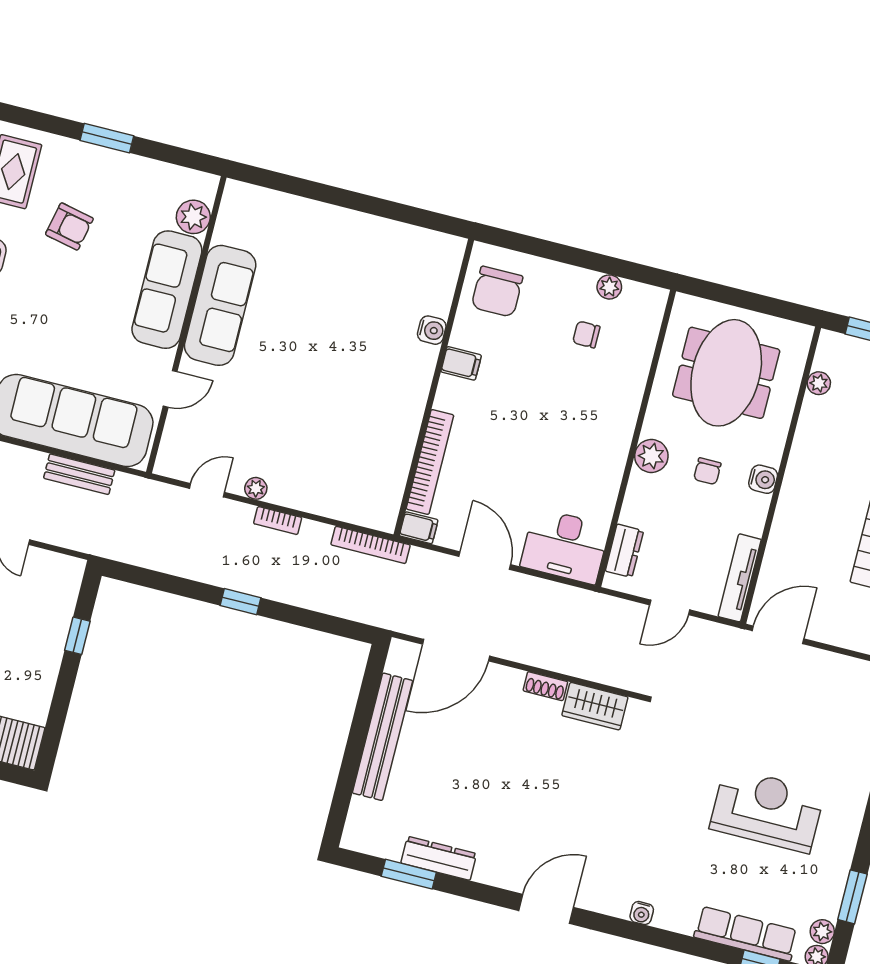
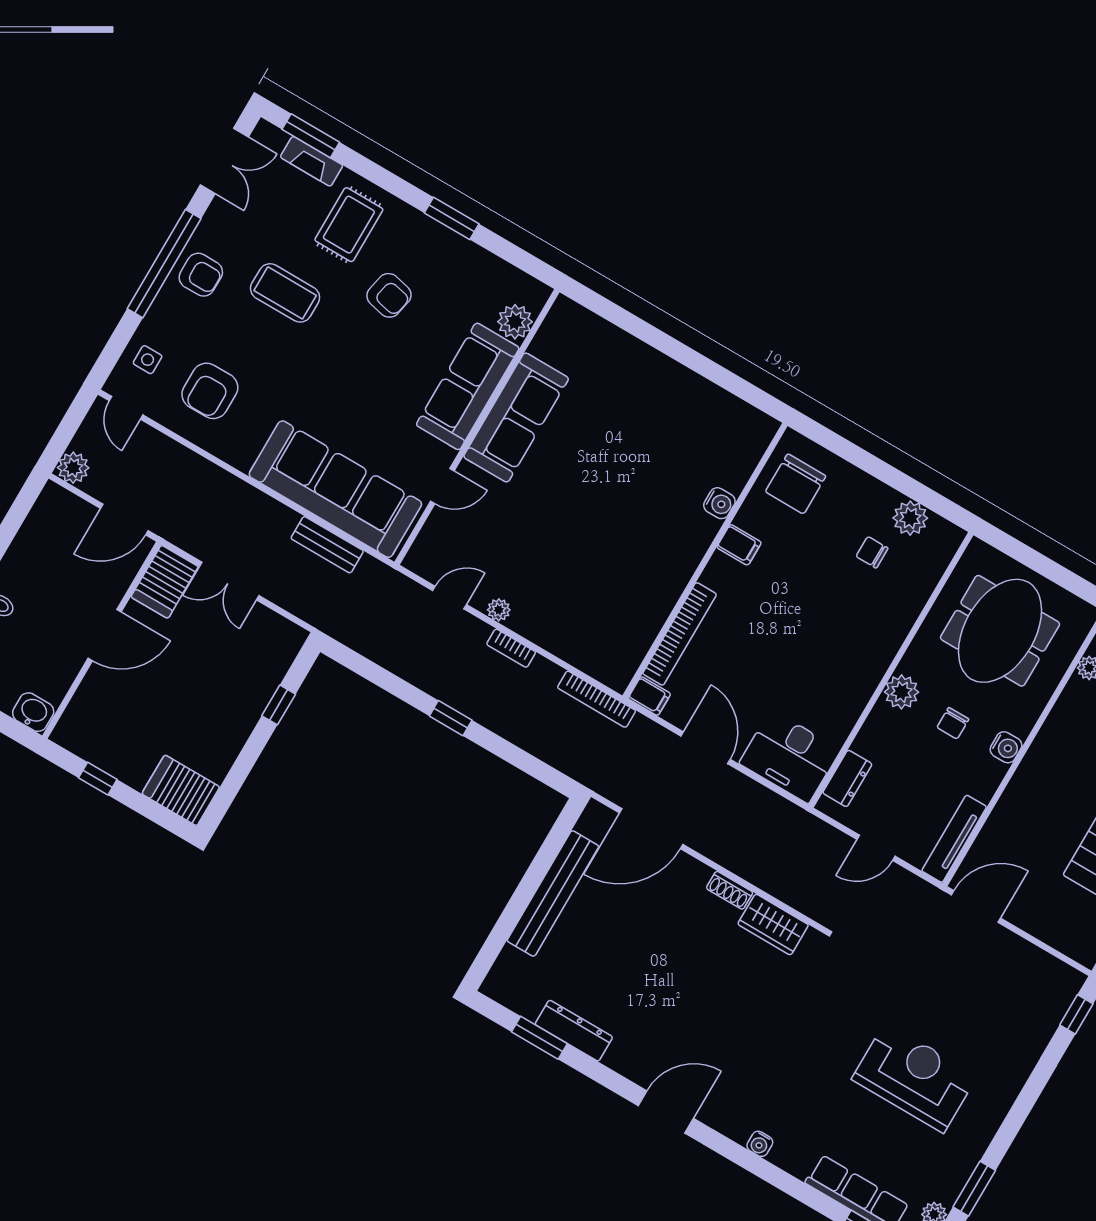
plant: (609, 287) -> (910, 518), width x1.38, depth x1.38

